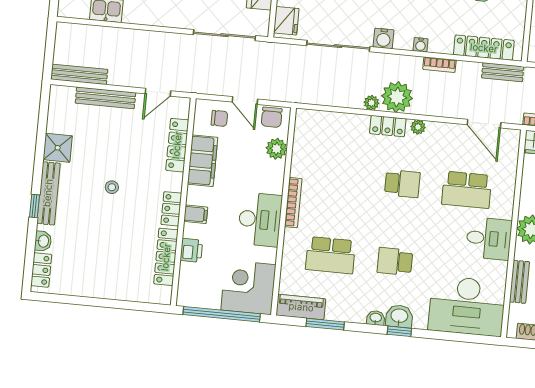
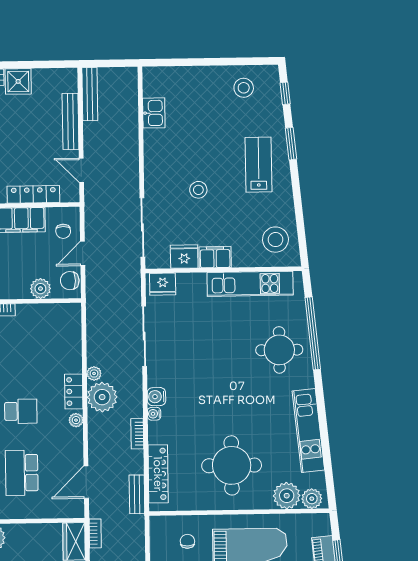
water cooler: (384, 38) -> (156, 397), moved
school desk: (402, 184) -> (21, 411), turned -90

